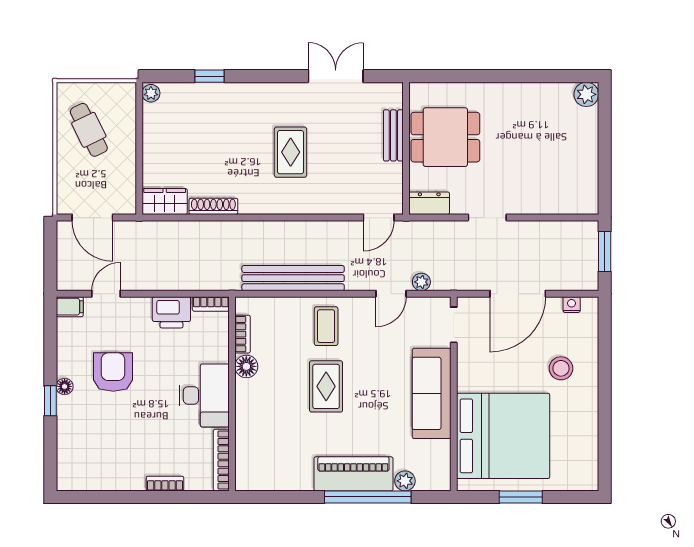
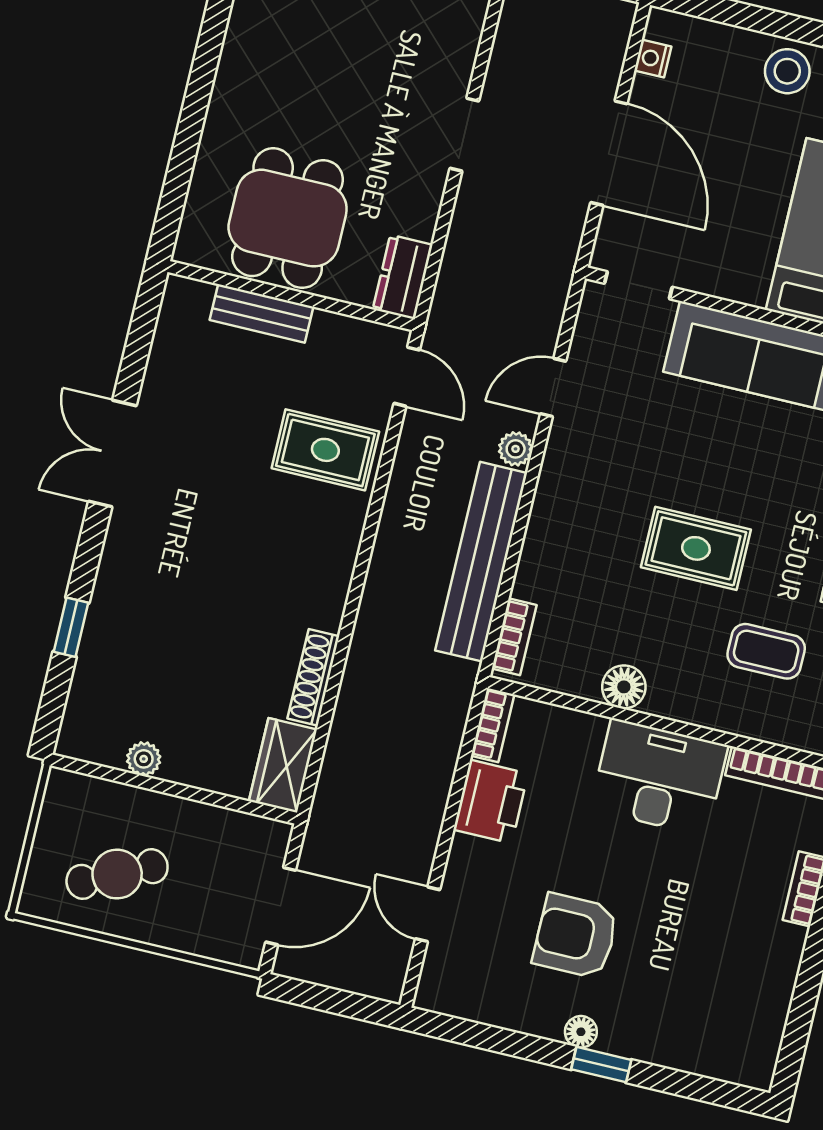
double door: (336, 76) -> (112, 454), moved
plant: (151, 93) -> (144, 759), moved
rug: (291, 152) -> (325, 450), moved
doorway: (487, 217) -> (464, 135), moved
plant: (421, 282) -> (516, 449), moved
door: (391, 294) -> (553, 387), swing flipped
filing cabinet: (70, 307) -> (436, 987), removed
coffee table: (326, 326) -> (766, 651), moved
bookcase: (243, 334) -> (514, 637), moved, turned 90
stool: (561, 368) -> (787, 71), moved

